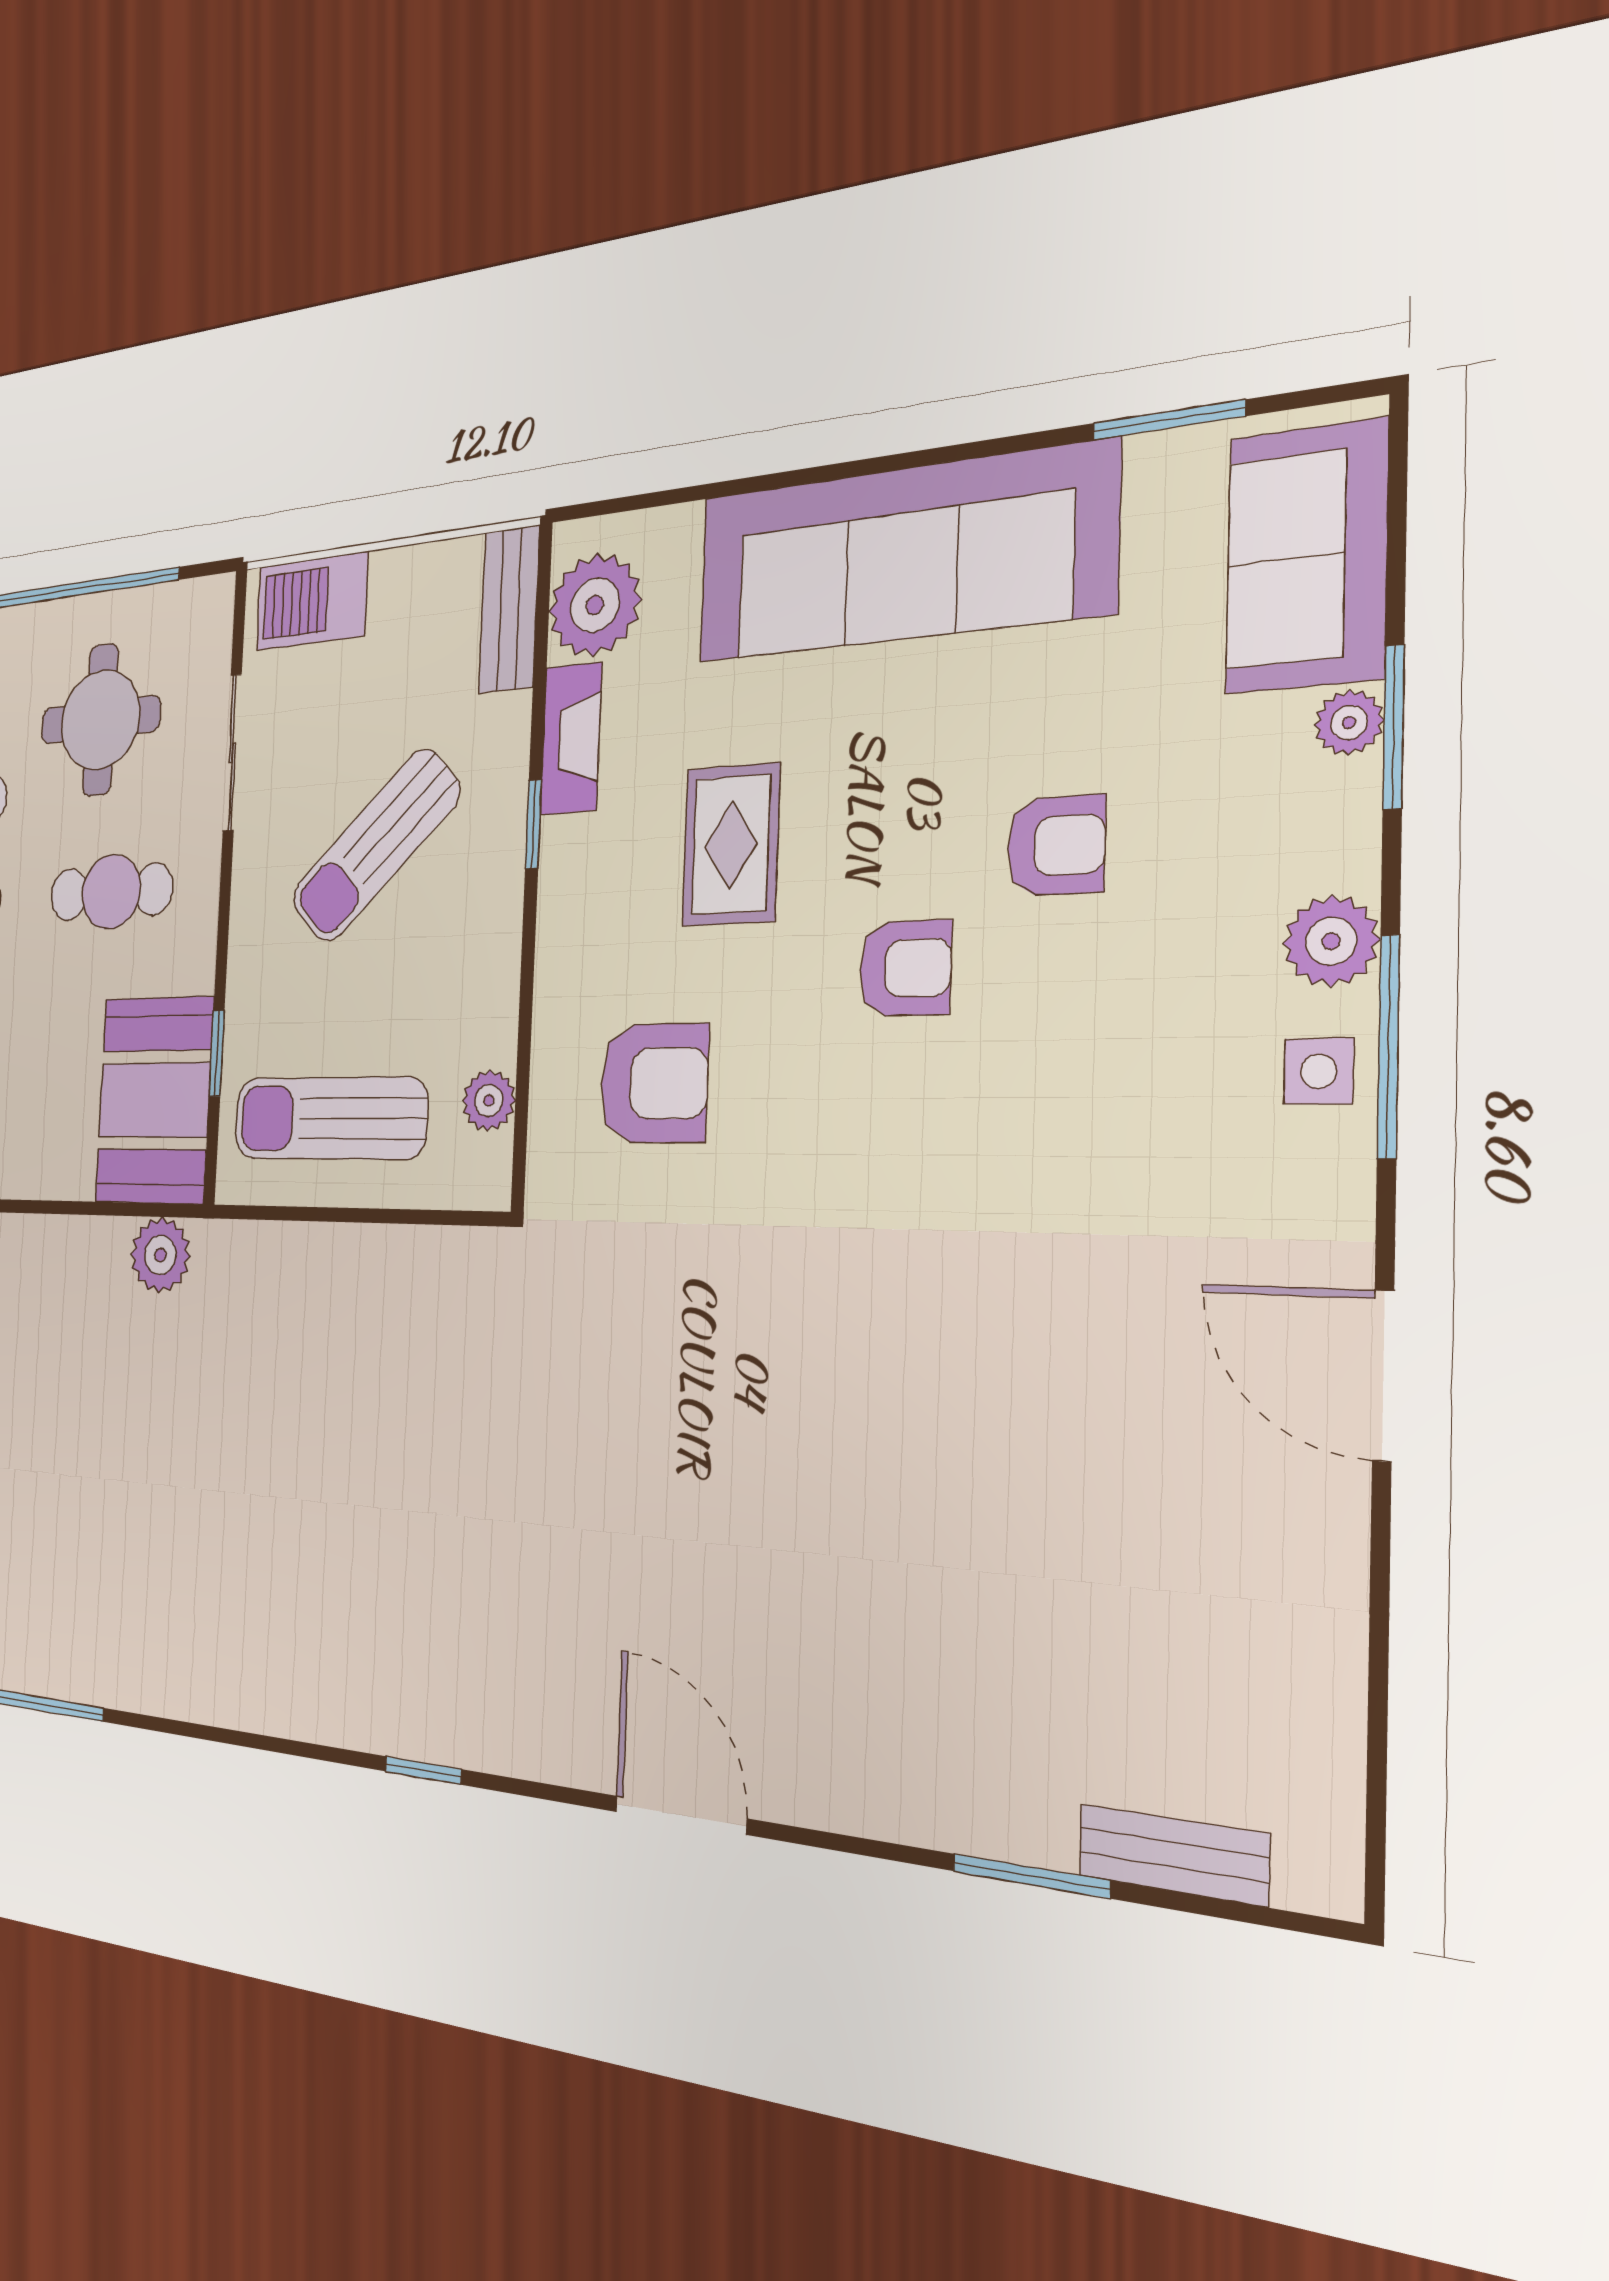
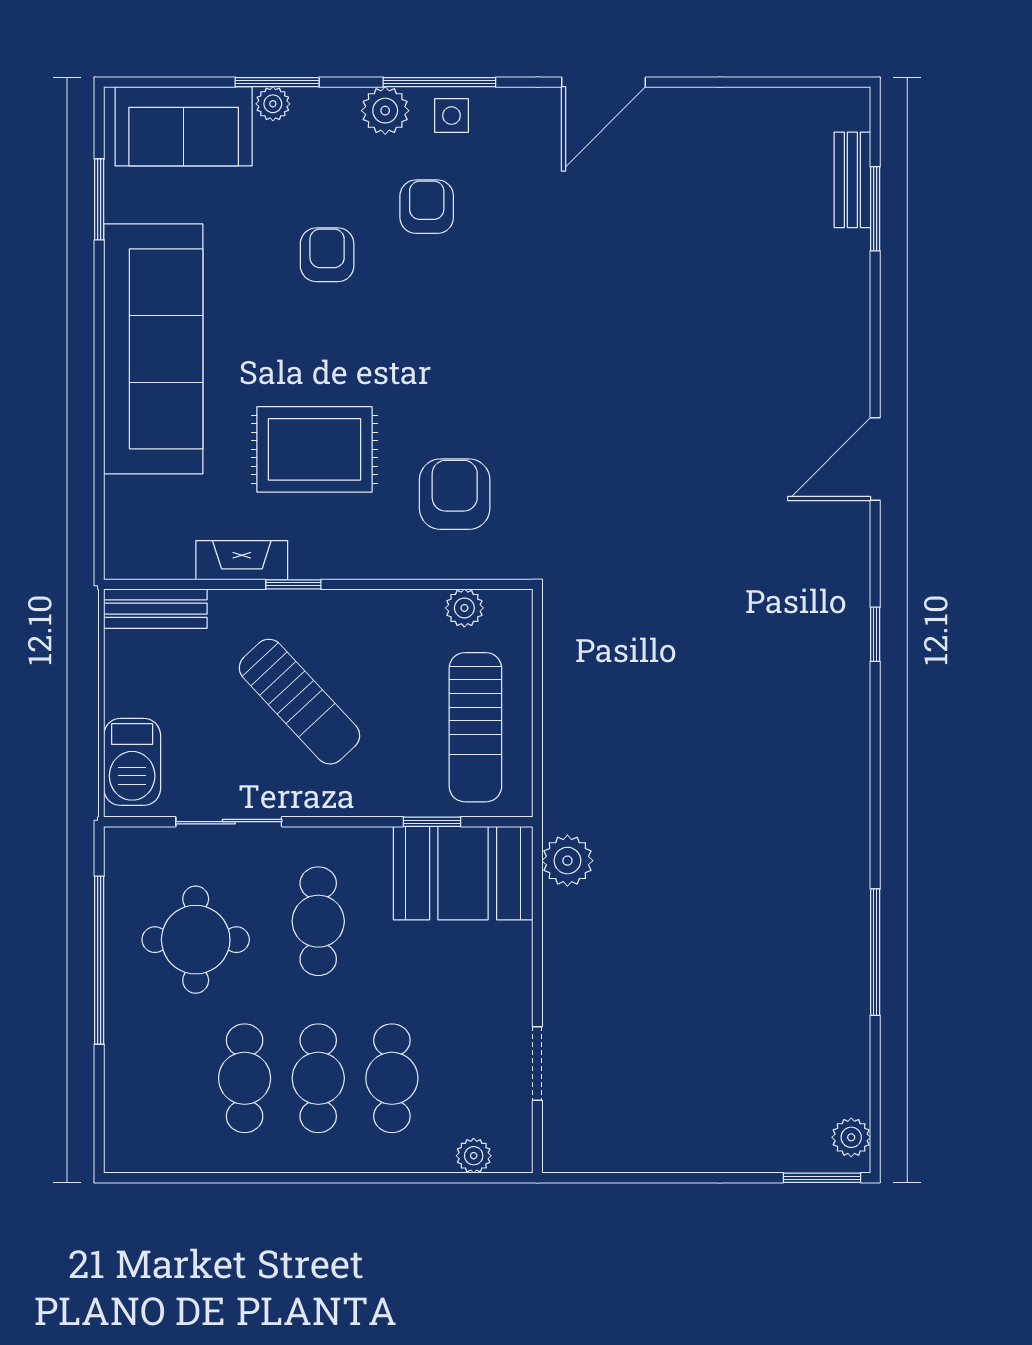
plant: (595, 605) -> (160, 547), removed
rug: (731, 845) -> (315, 449), width x1.36, depth x1.43
armchair: (905, 968) -> (427, 207), moved
window: (1031, 1876) -> (875, 209), moved

